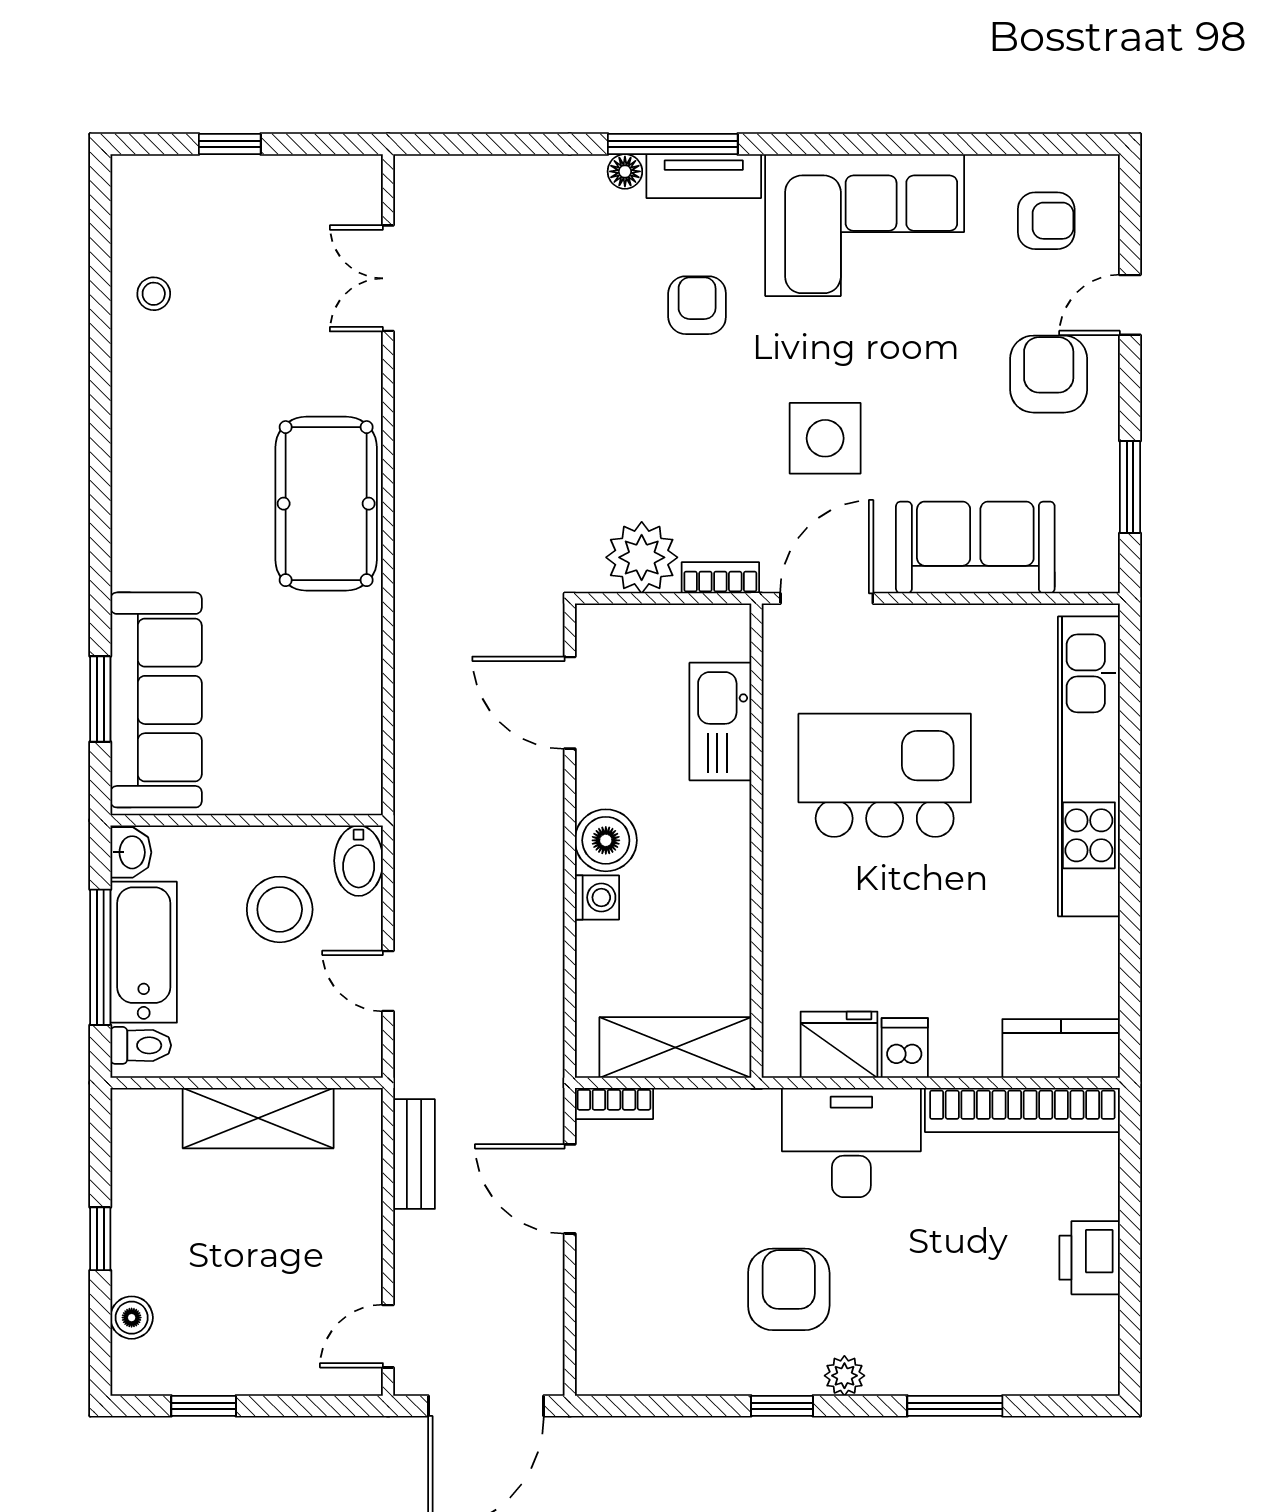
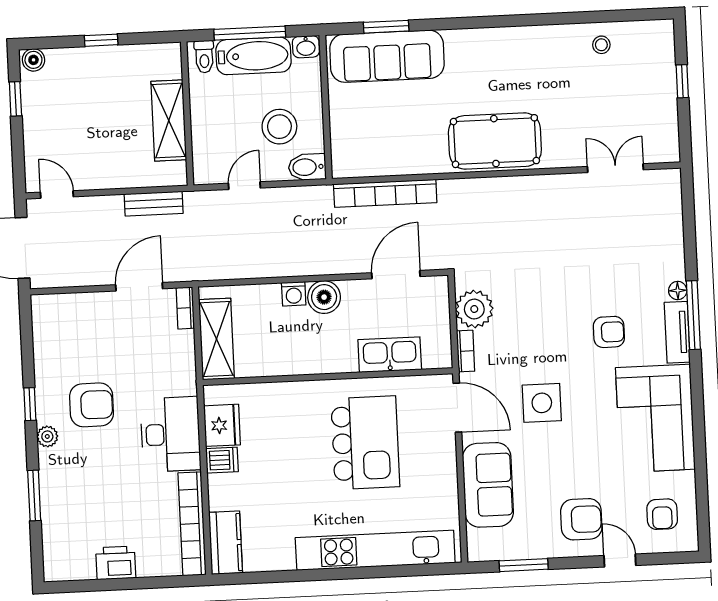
bookcase: (415, 715) -> (385, 193), added
boiler: (132, 1318) -> (33, 60), moved

